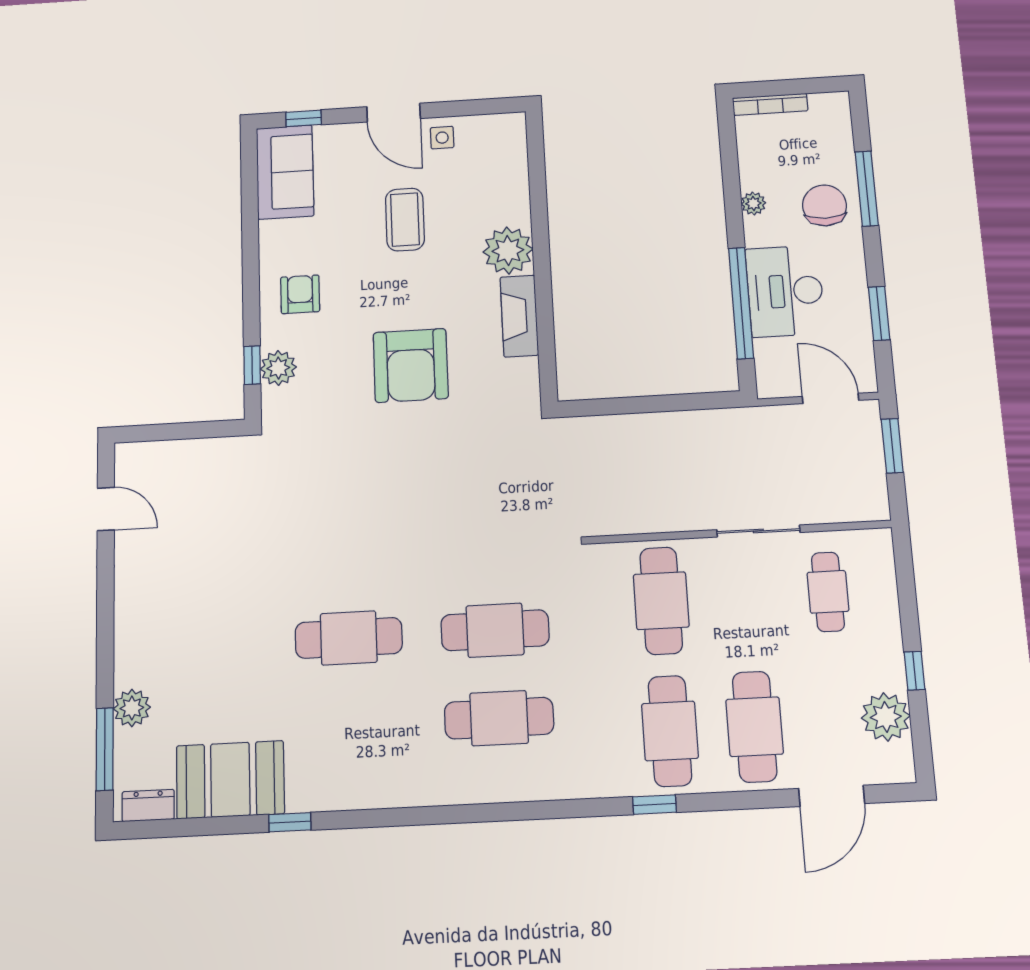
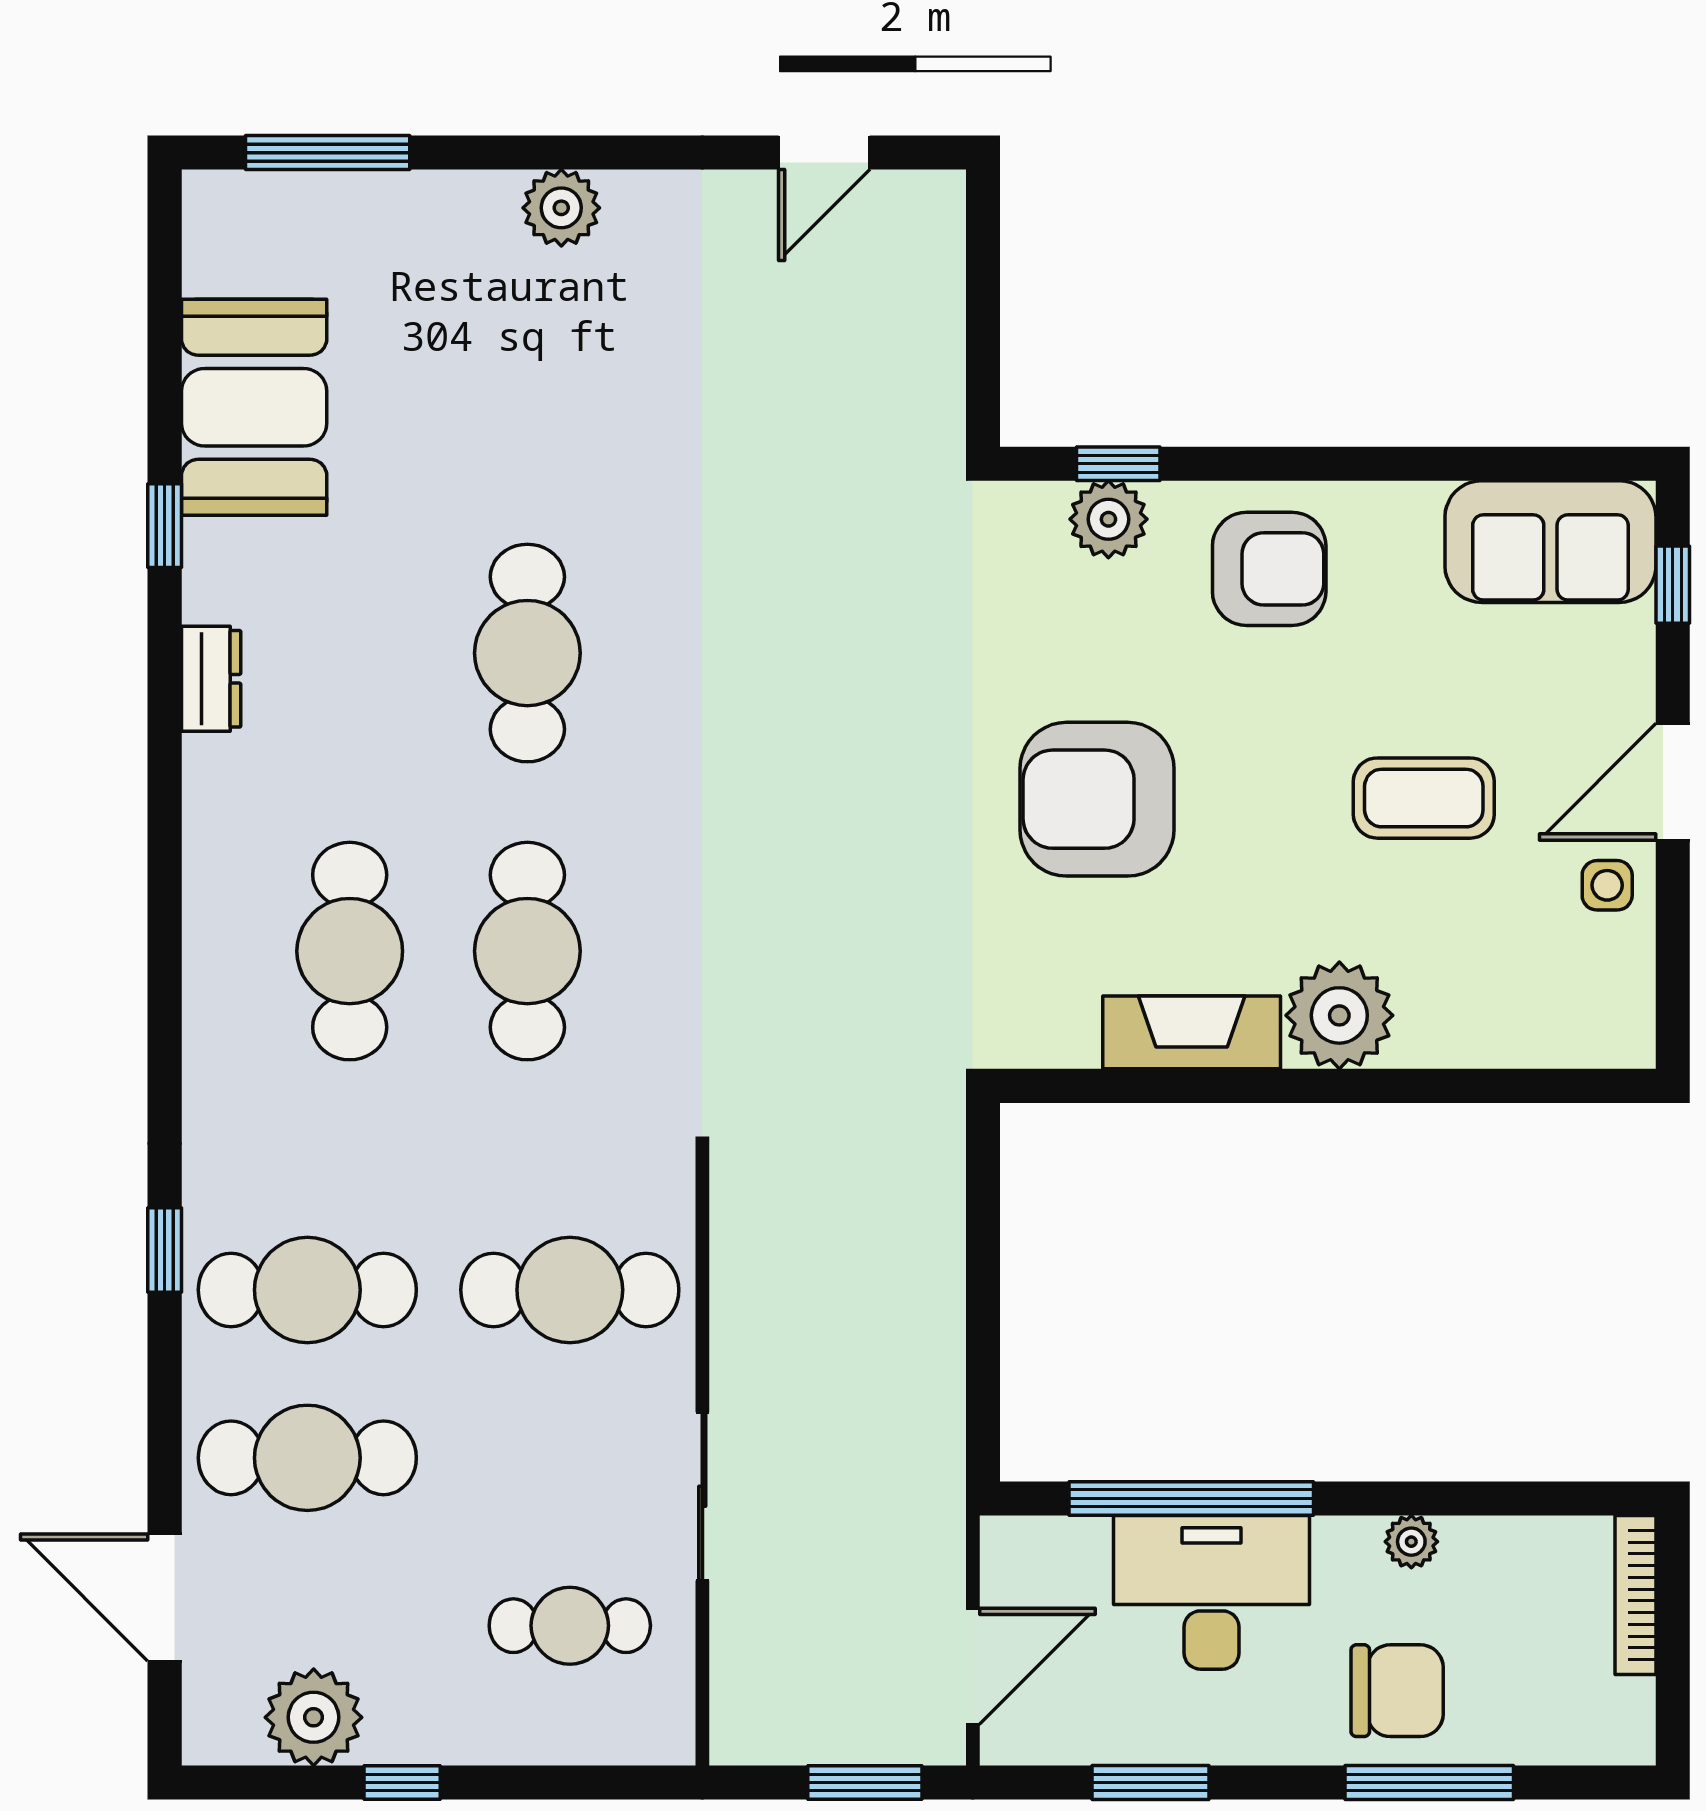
armchair: (300, 294) -> (1269, 569), width x1.38, depth x1.38
plant: (132, 708) -> (561, 208), moved
dresser: (148, 805) -> (211, 679), moved

